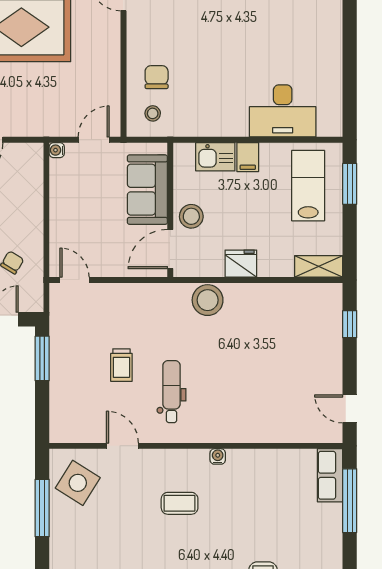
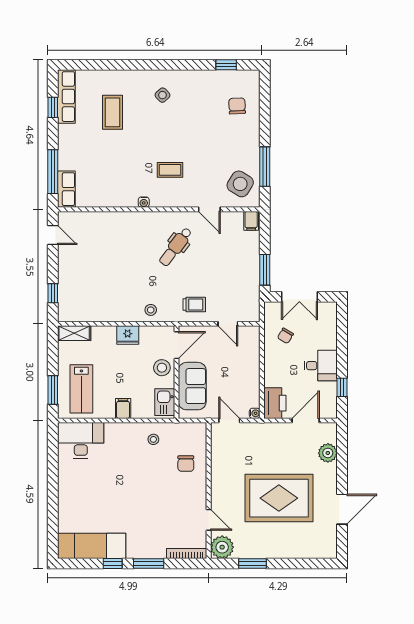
desk: (283, 111) -> (81, 440), moved
stool: (153, 113) -> (153, 439), moved
door: (94, 140) -> (229, 420), swing flipped
kitchen sink: (215, 157) -> (165, 402), moved, turned -90
printer: (27, 165) -> (275, 403), added
door: (74, 280) -> (228, 324), moved
stool: (208, 300) -> (151, 310), width x0.53, depth x0.53
trolley: (121, 365) -> (194, 305), moved, turned 90
dental chair: (172, 392) -> (176, 247), turned 37
filing cabinet: (62, 429) -> (251, 221), added

